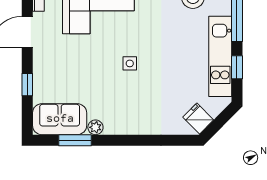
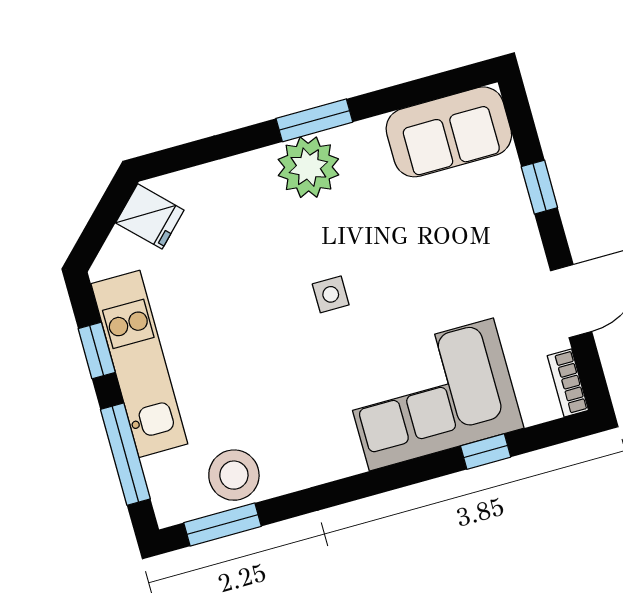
plant: (95, 127) -> (308, 167), moved, width x1.88, depth x1.88
window: (75, 140) -> (314, 120), moved

